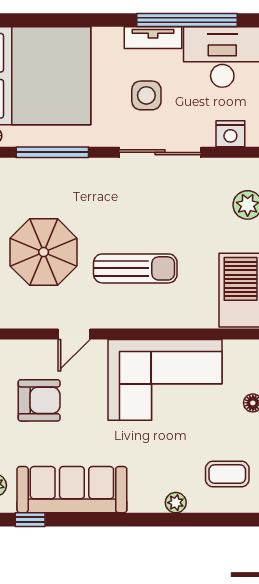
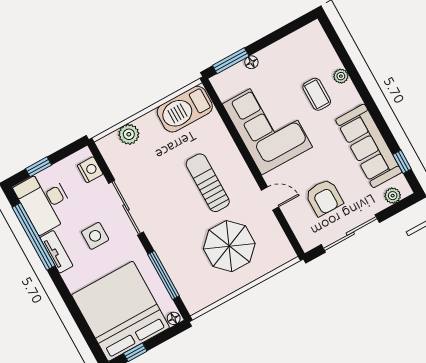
armchair: (39, 400) -> (324, 197), turned 180
coffee table: (227, 474) -> (317, 94), moved

